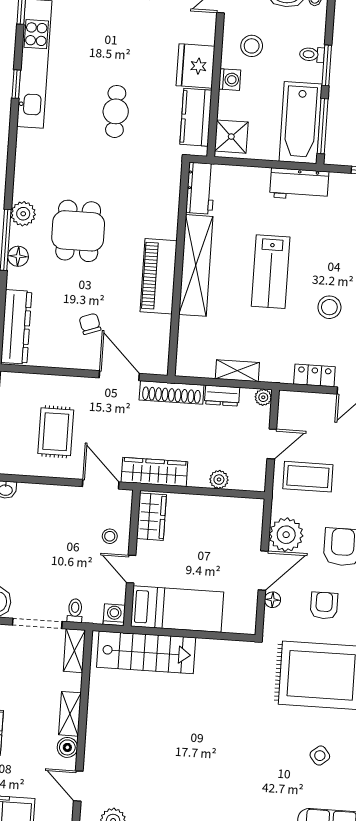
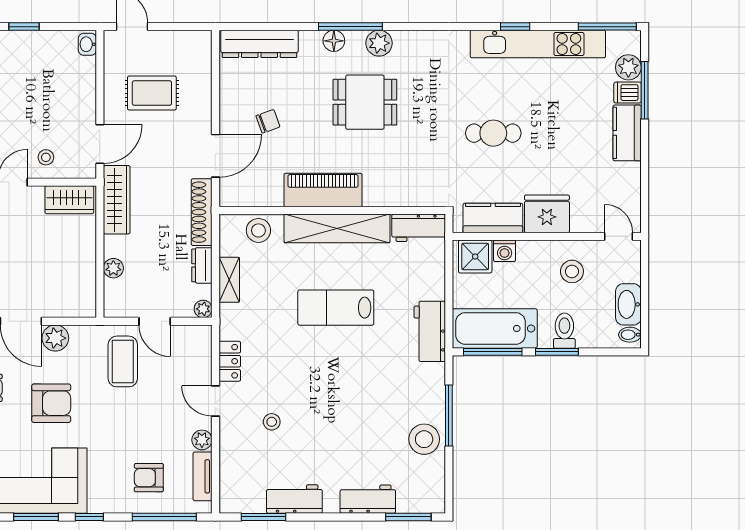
toilet: (312, 54) -> (564, 331), width x1.37, depth x1.39
washing machine: (230, 80) -> (505, 251), moved
stool: (329, 307) -> (258, 230), moved
plant: (286, 535) -> (55, 338), width x0.73, depth x0.73

